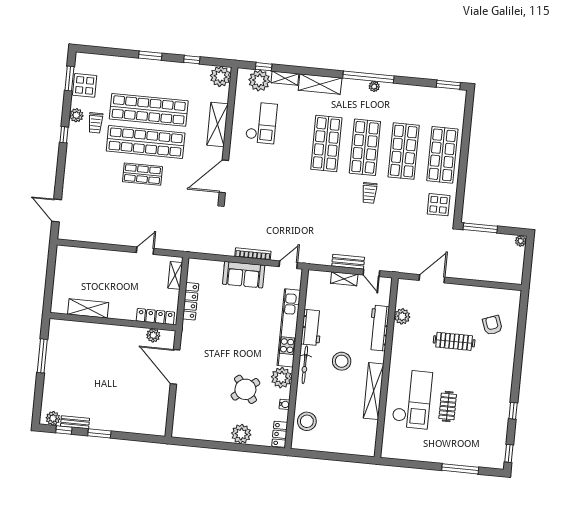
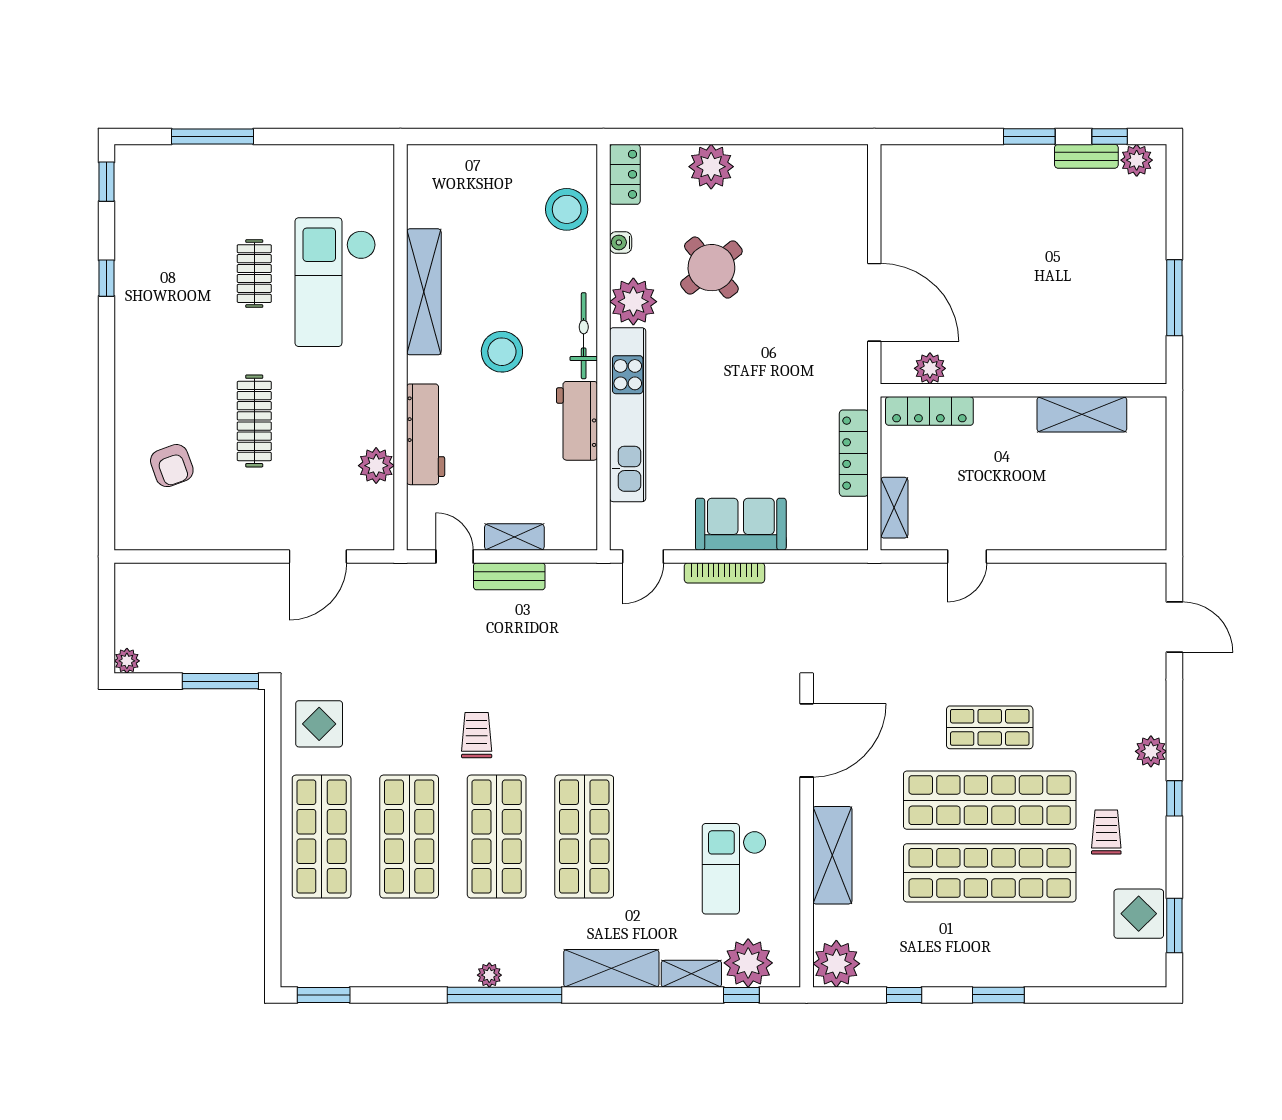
plant: (76, 115) -> (1151, 751), moved
clothes rail: (454, 341) -> (254, 421), turned 90

